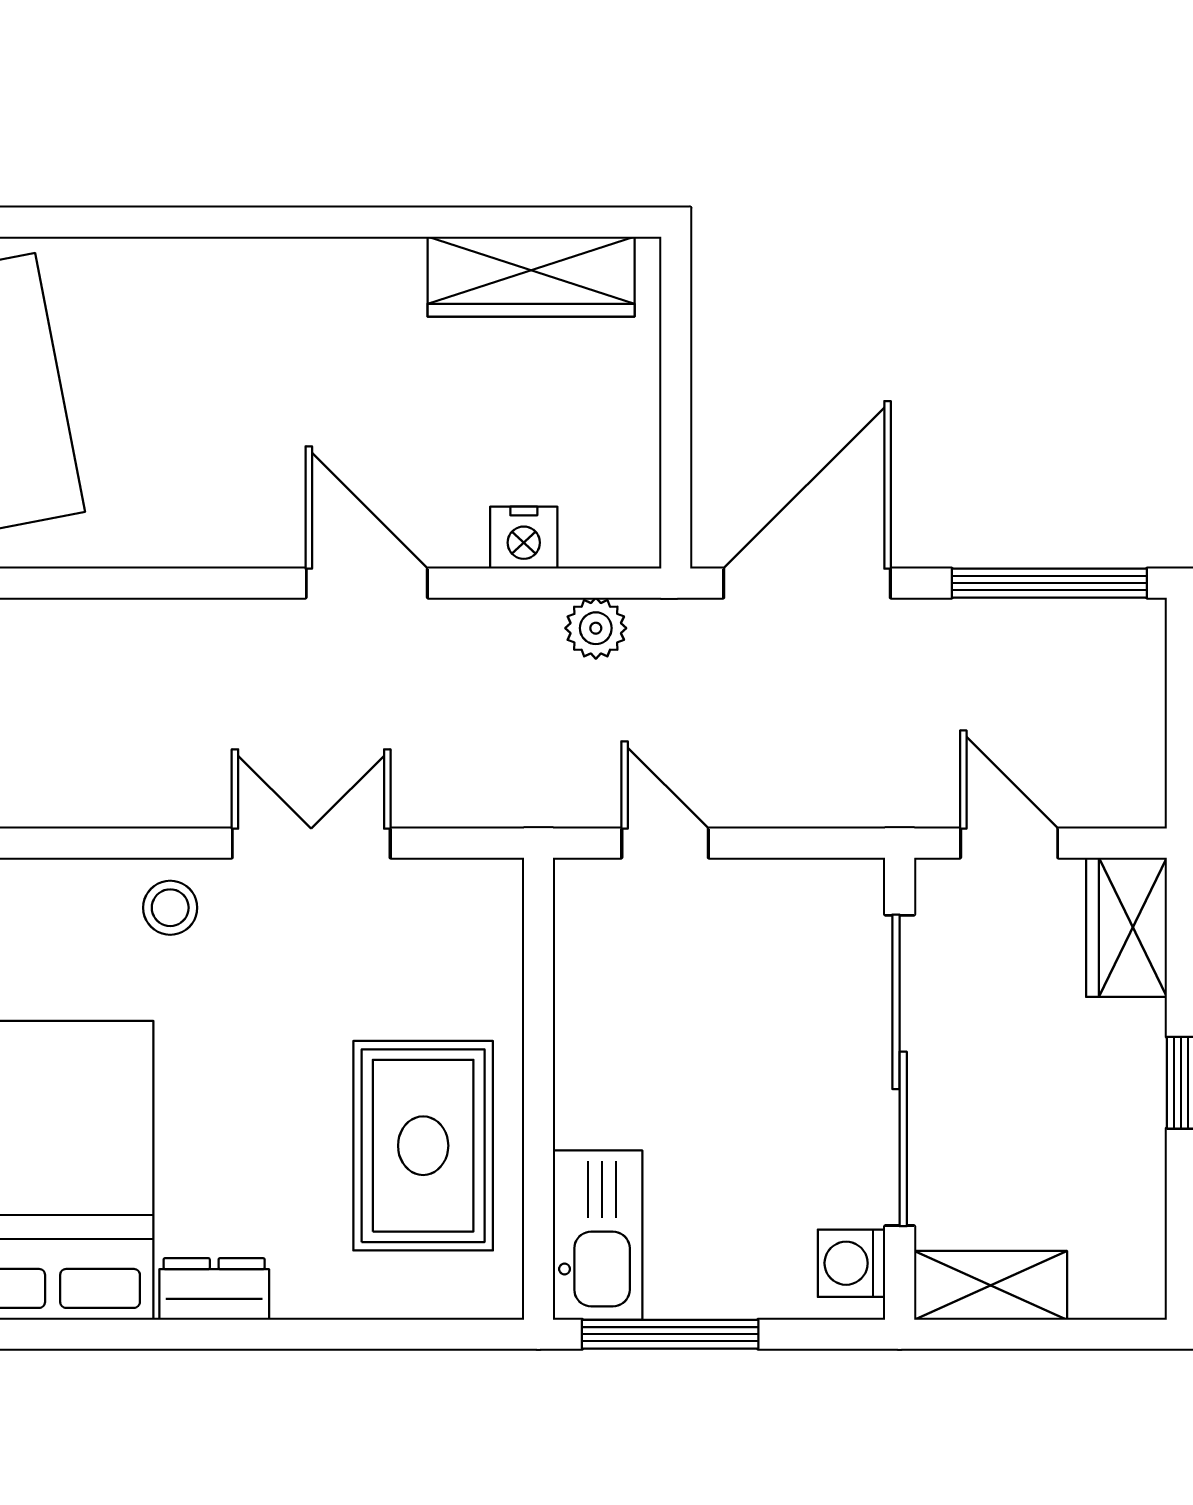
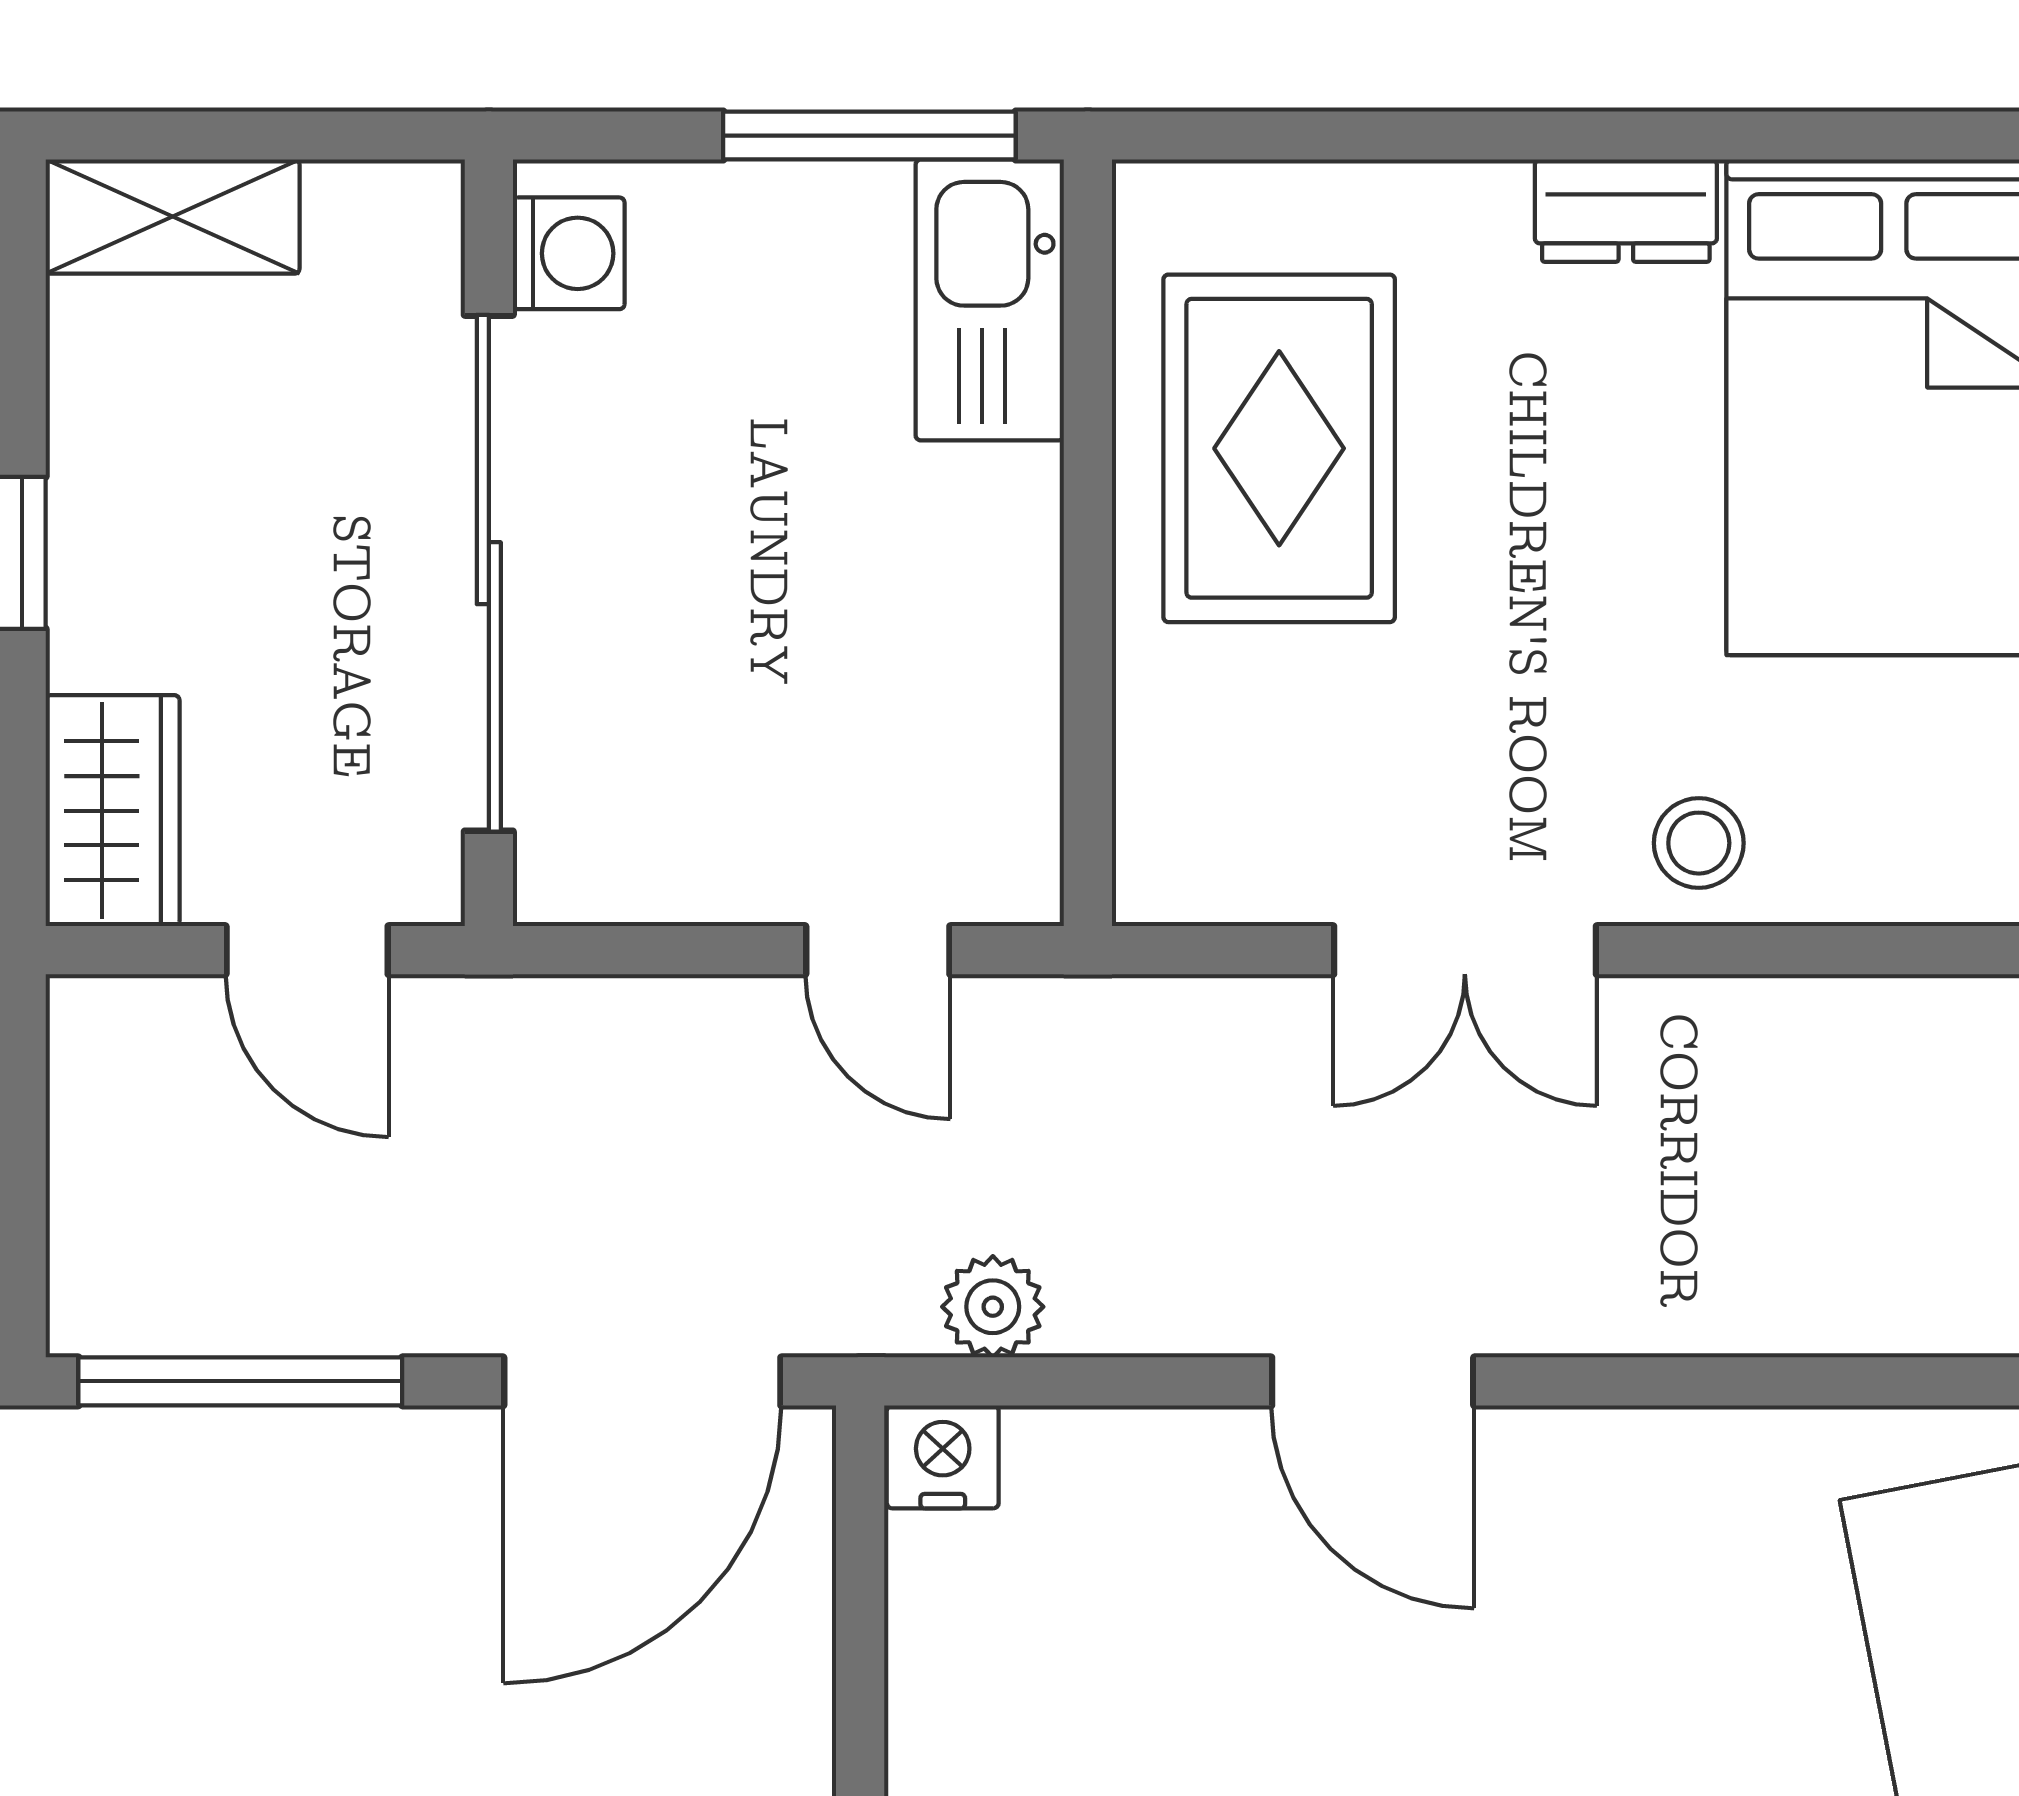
nightstand: (524, 538) -> (943, 1457), moved
shelving: (991, 1285) -> (173, 217), moved

